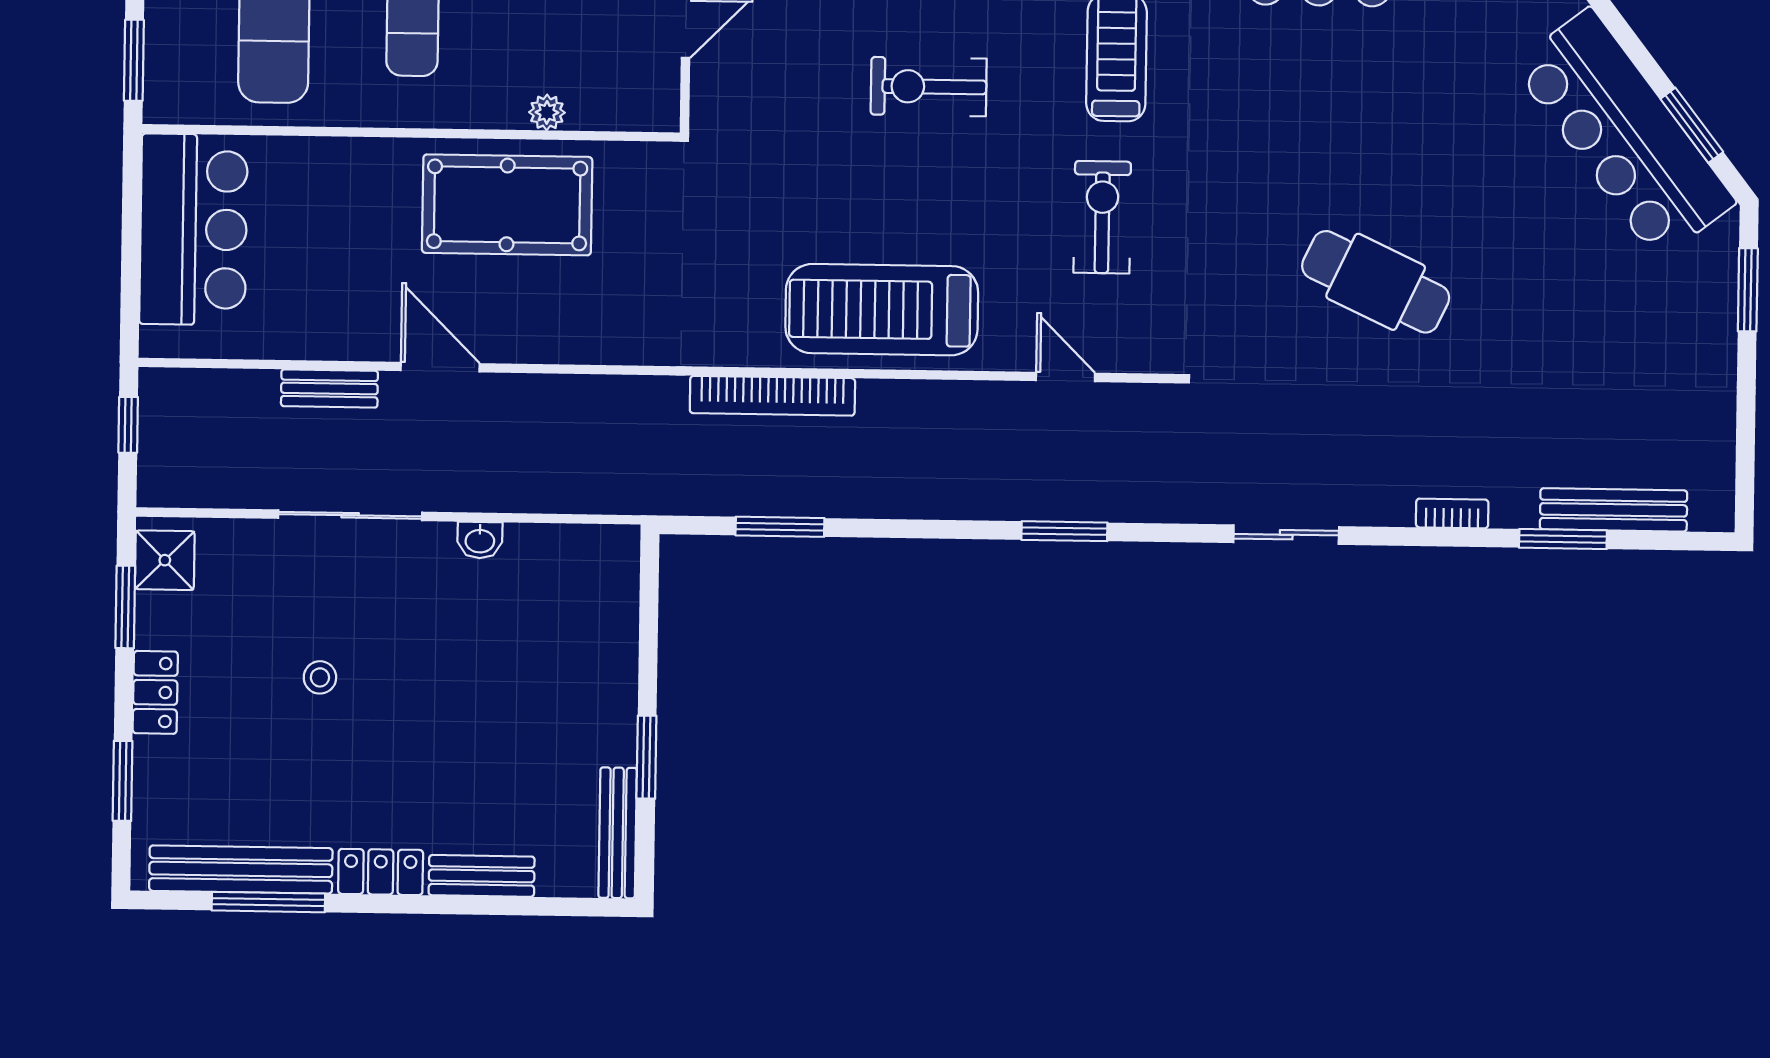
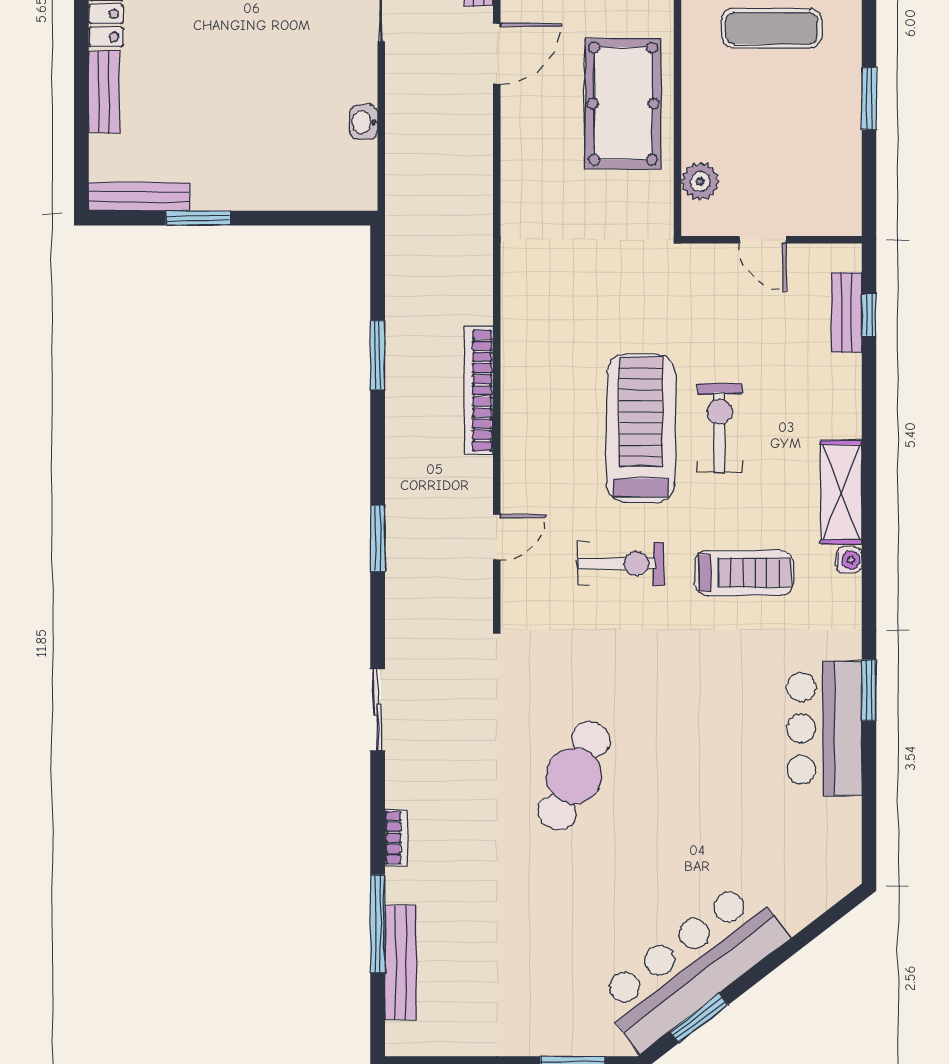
plant: (547, 112) -> (700, 181), moved, width x1.38, depth x1.38
treadmill: (882, 310) -> (641, 428), moved
bookcase: (772, 396) -> (479, 390), moved
window: (780, 527) -> (378, 355), moved
window: (1563, 539) -> (378, 924), width x1.44
washbasin: (480, 540) -> (364, 122), moved

